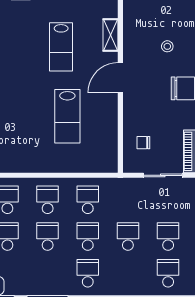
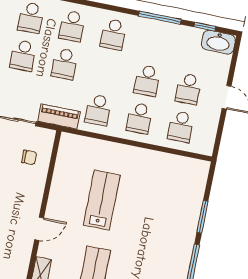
door: (120, 78) -> (39, 229), width x0.73
piano: (123, 186) -> (59, 117), added
school desk: (88, 237) -> (72, 26), moved

